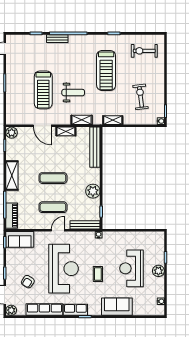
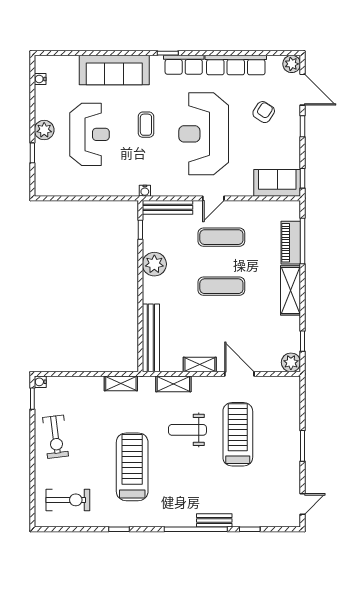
exercise bike: (141, 97) -> (56, 437), moved
piano: (12, 216) -> (291, 243), moved
sofa: (117, 307) -> (114, 70), width x1.36

